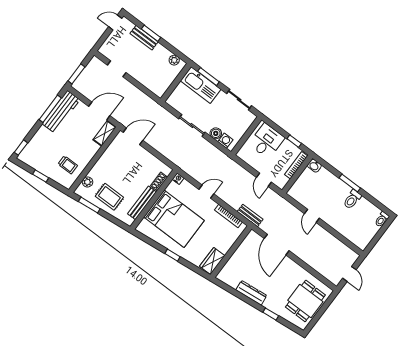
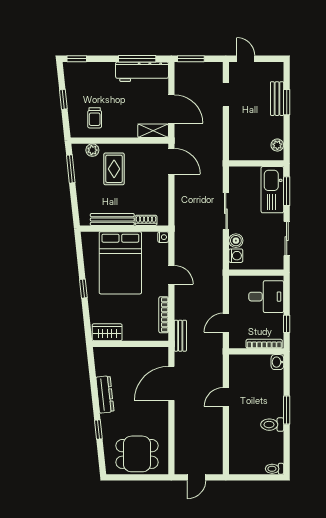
door: (115, 22) -> (246, 59), moved
rug: (109, 197) -> (114, 169), moved

